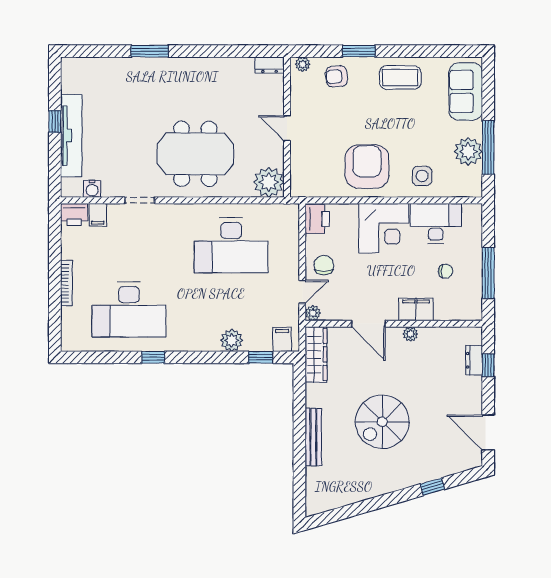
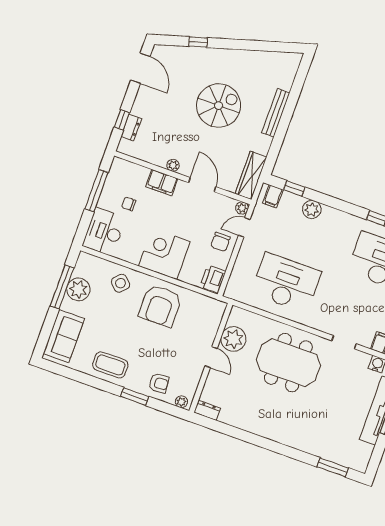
window: (150, 51) -> (333, 467), moved
side table: (422, 176) -> (121, 283), turned 45
plant: (269, 182) -> (233, 339), moved
desk: (436, 223) -> (104, 232), moved, turned 90

